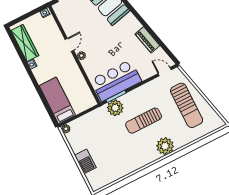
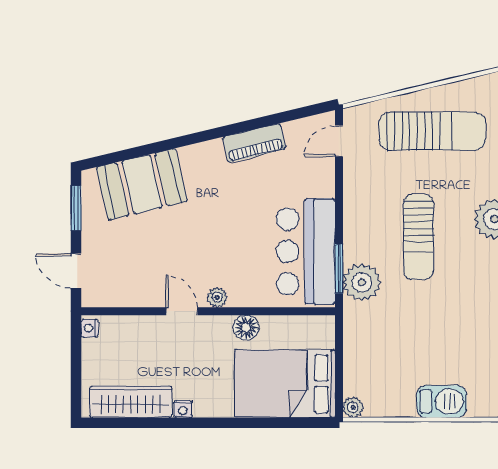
floor lamp: (75, 72) -> (246, 328), added
bed: (57, 100) -> (285, 384), width x1.50

